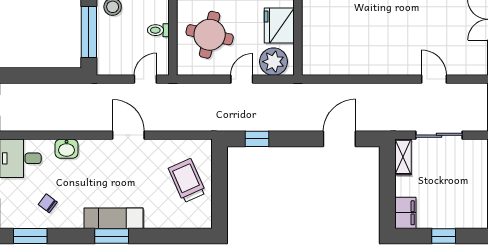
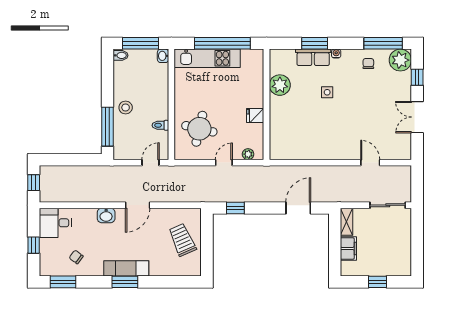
fridge: (279, 26) -> (255, 115), width x0.53, depth x0.75
plant: (274, 62) -> (248, 154), width x0.53, depth x0.53
door: (128, 135) -> (138, 205), swing flipped
sliding door: (439, 135) -> (388, 205), moved
washbasin: (67, 149) -> (106, 215), moved
filing cabinet: (405, 213) -> (348, 248), moved

